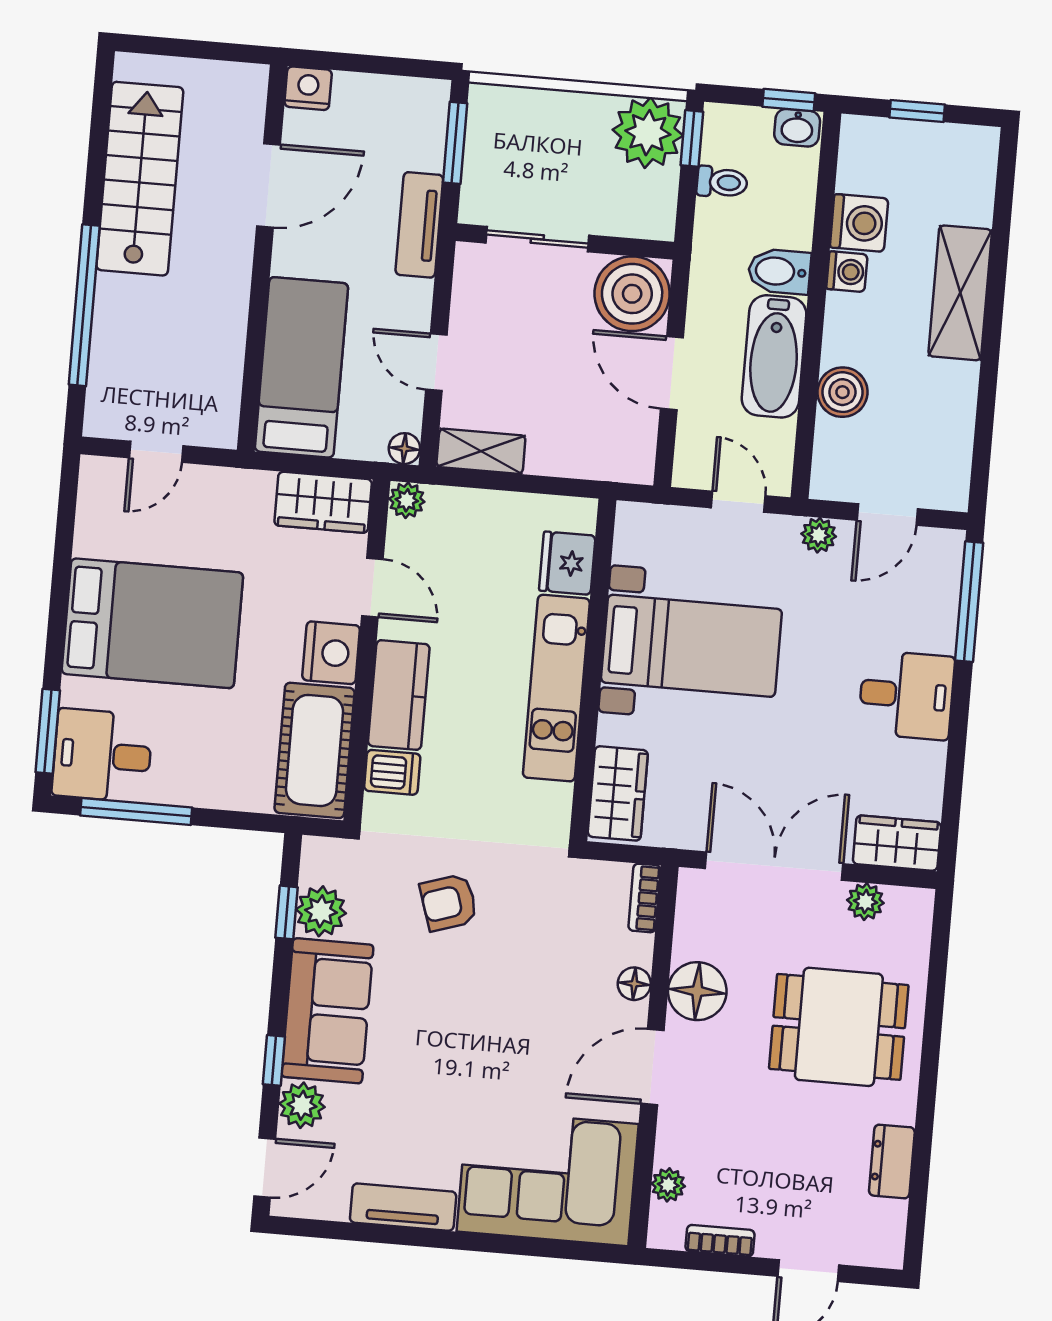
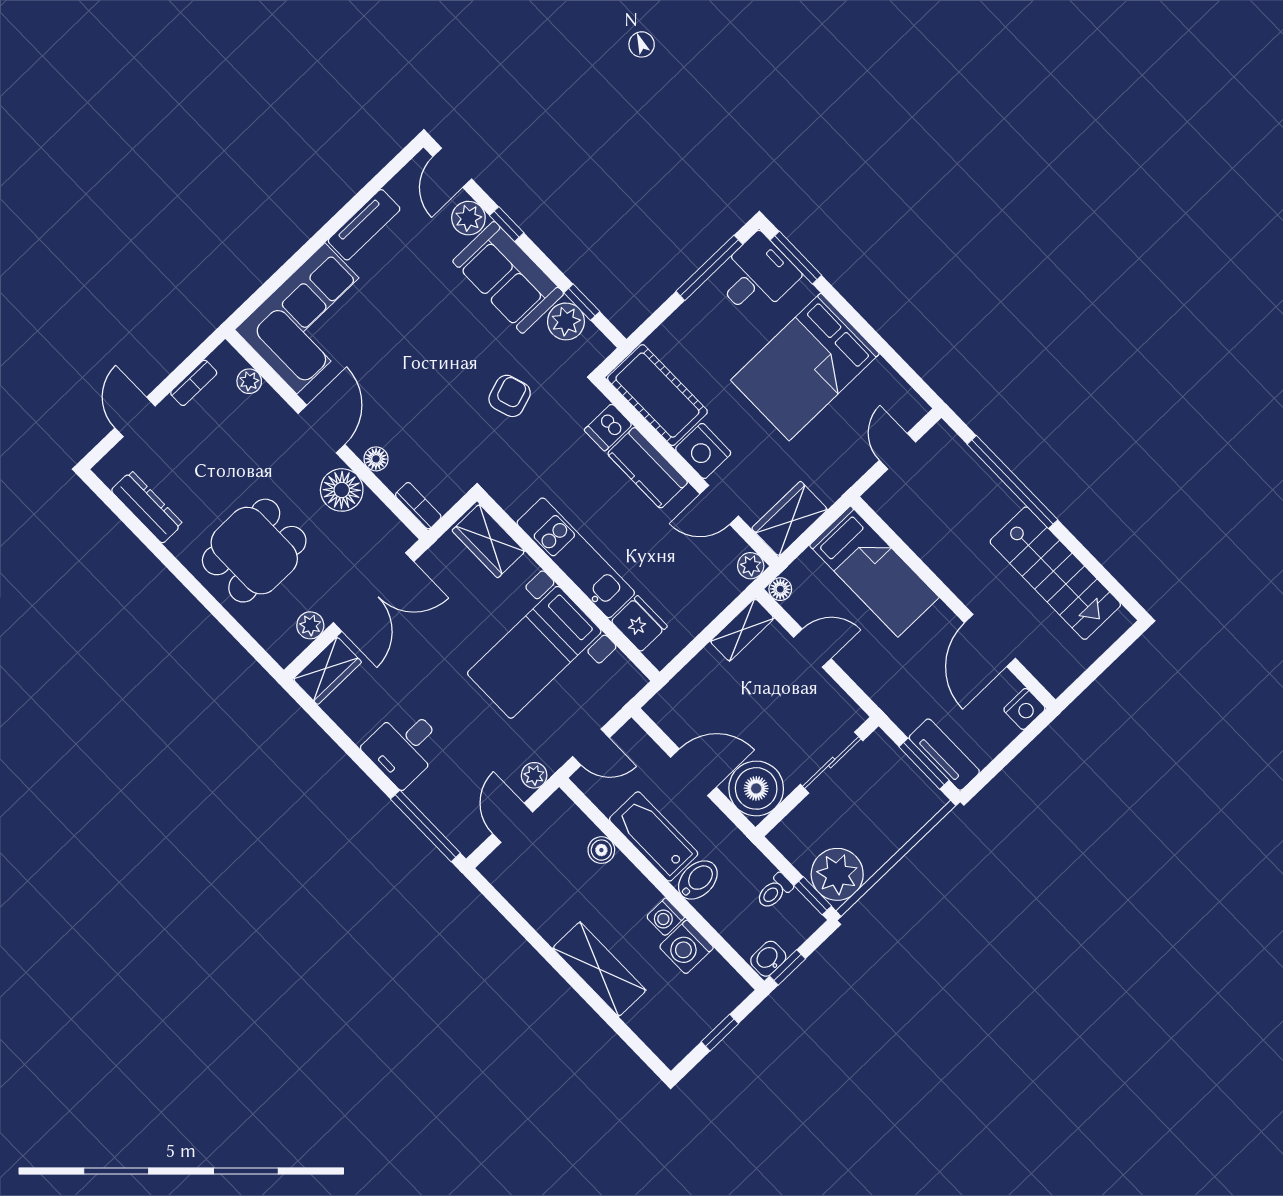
tv unit: (419, 225) -> (944, 755), moved
boiler: (842, 392) -> (601, 850), width x0.73, depth x0.73
dresser: (892, 1161) -> (147, 507), width x1.44

